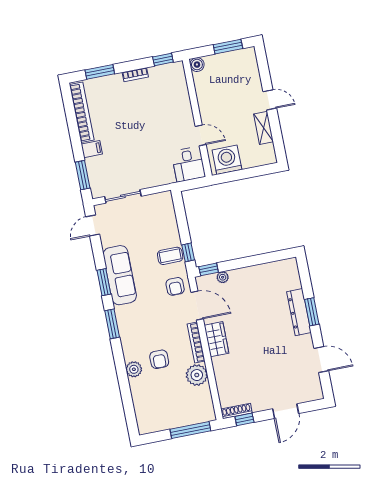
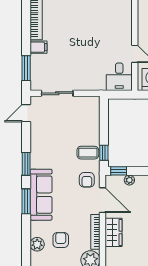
sofa: (120, 275) -> (41, 195), moved
armchair: (159, 359) -> (61, 240), turned 180

